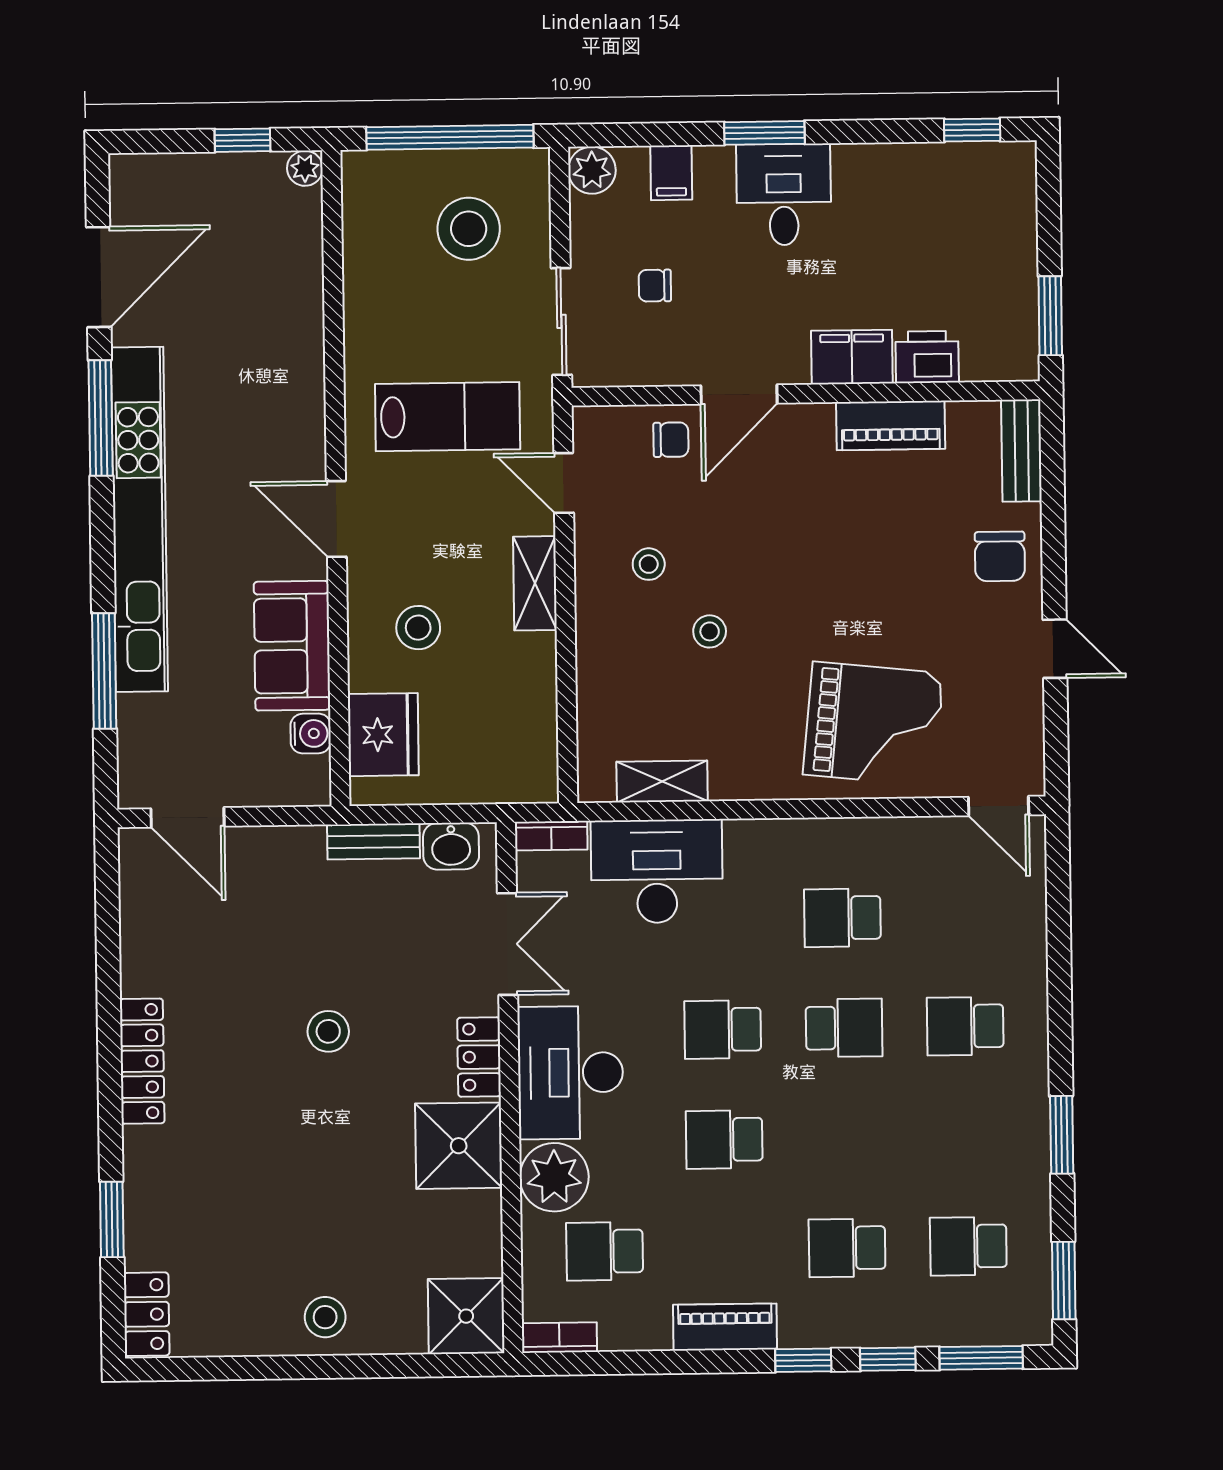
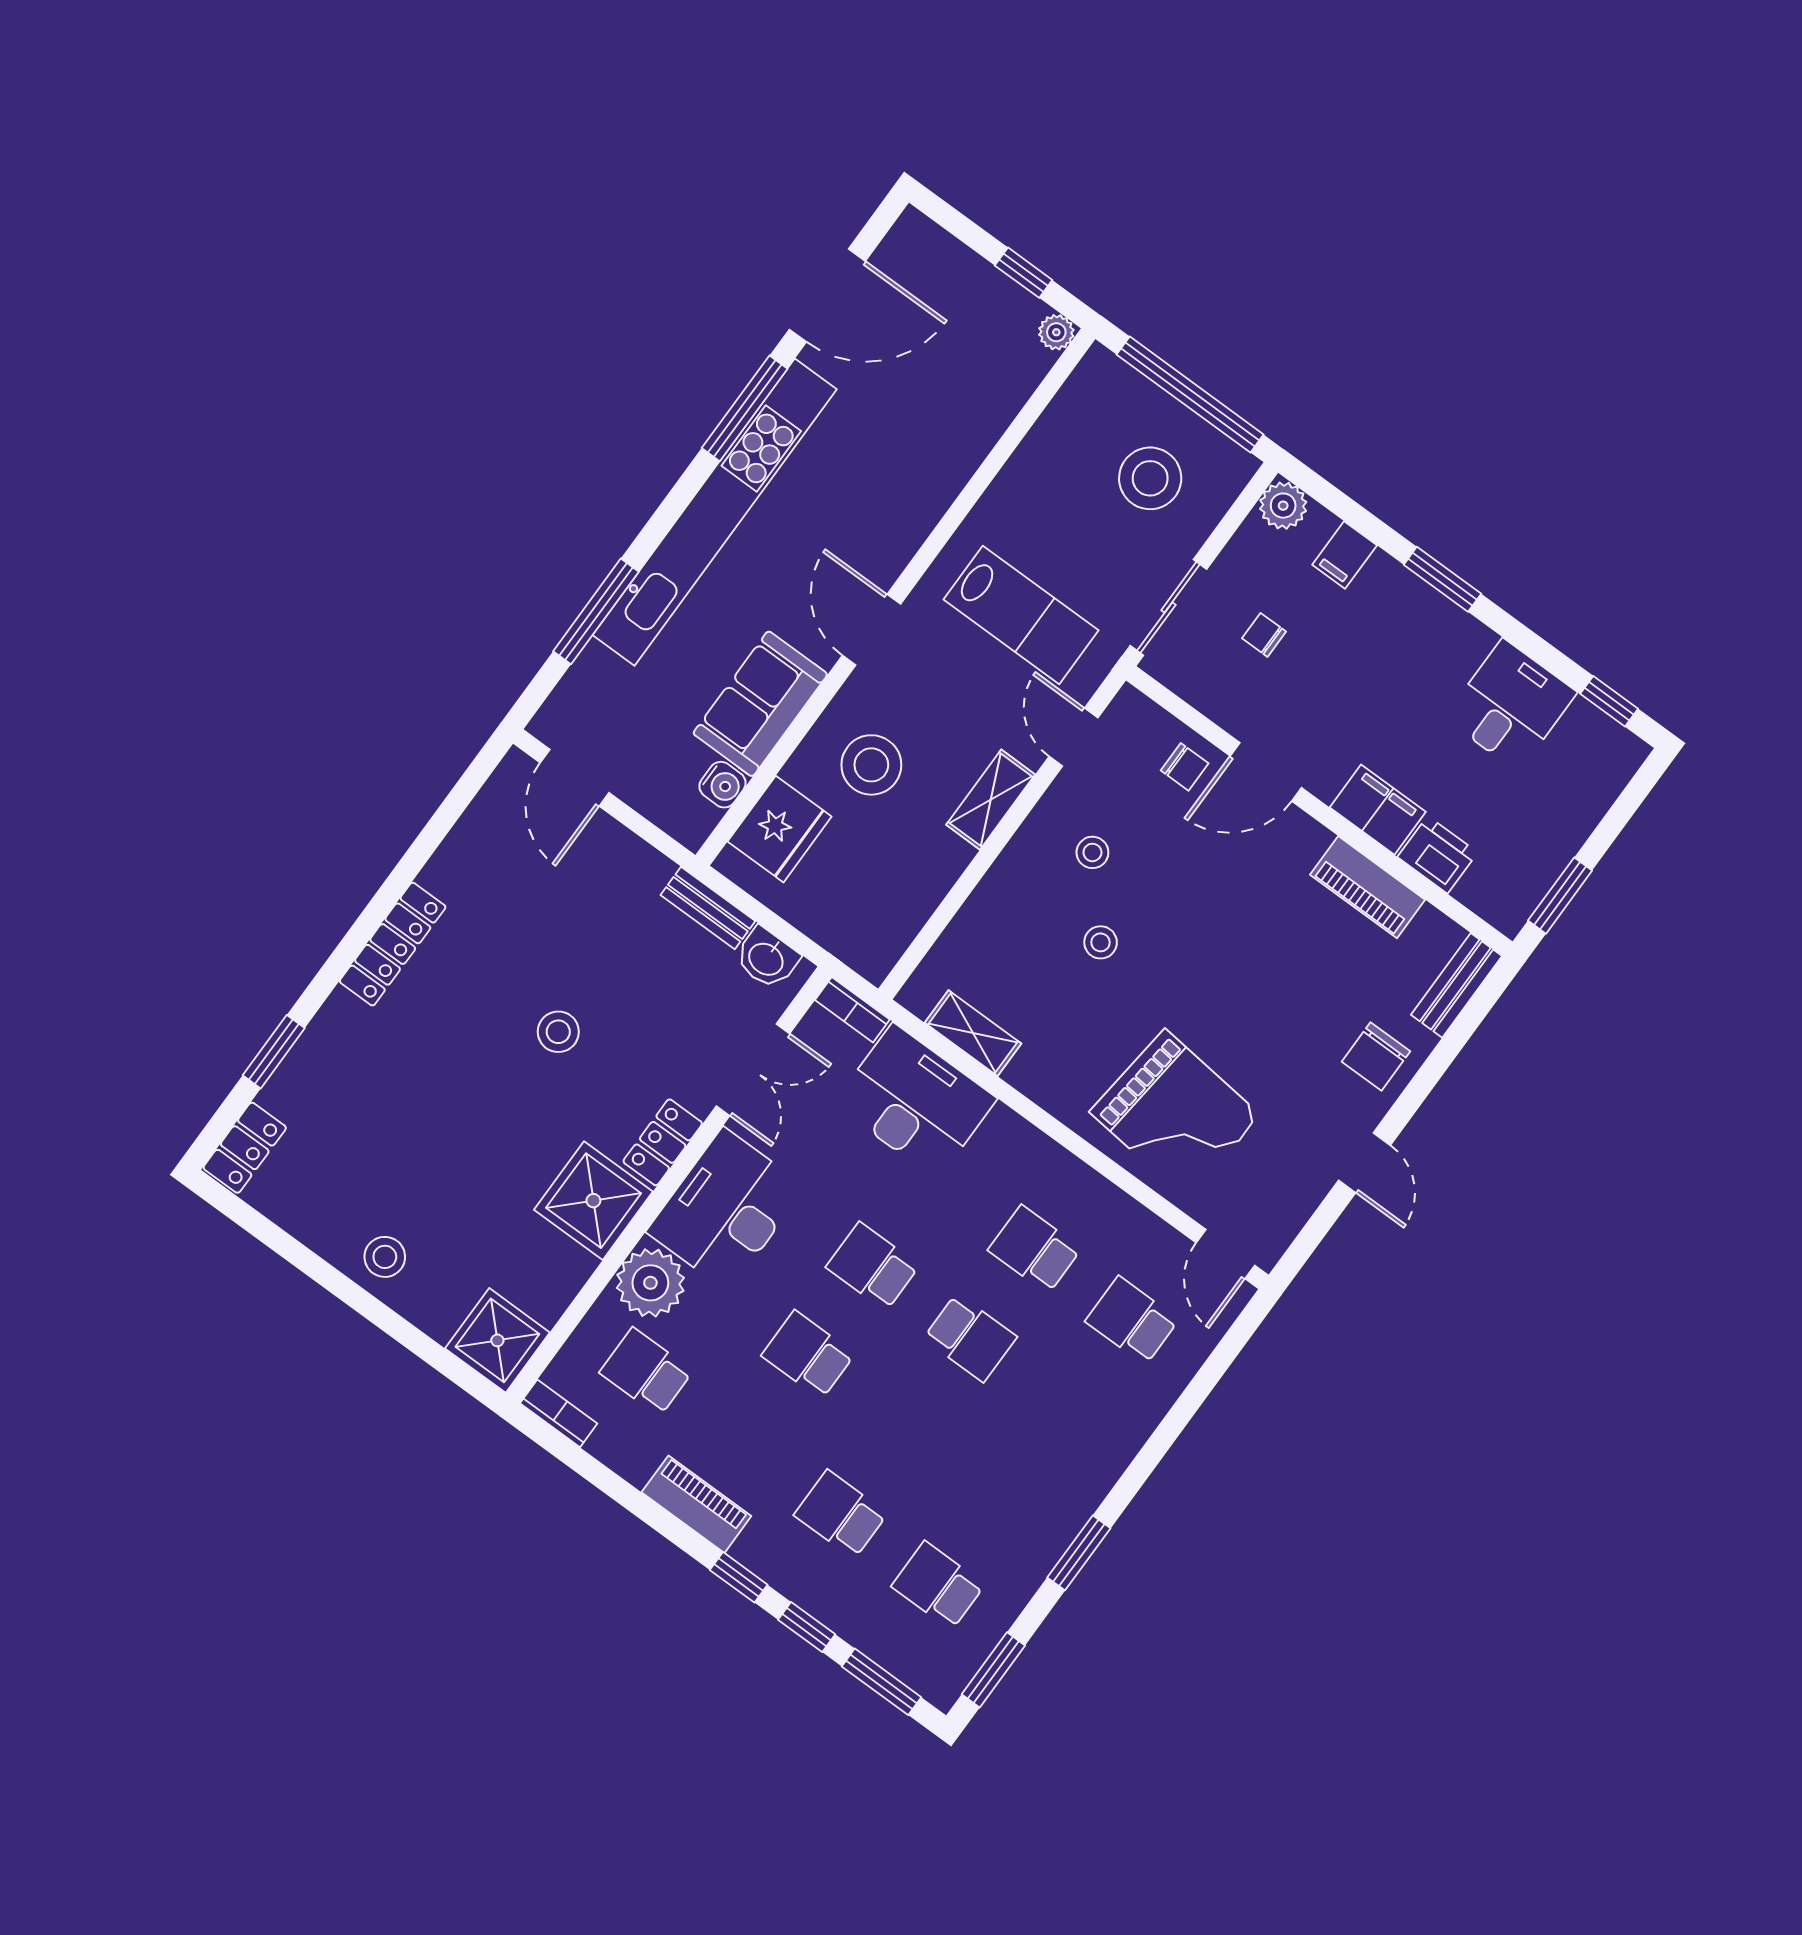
desk: (784, 194) -> (1511, 705), moved
stool: (418, 628) -> (871, 765), width x1.38, depth x1.38
school desk: (965, 1026) -> (1132, 1321), moved

